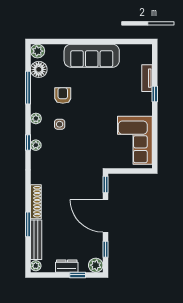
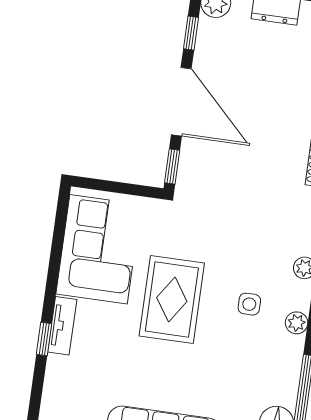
tv unit: (147, 78) -> (62, 326), moved
armchair: (63, 96) -> (234, 362), removed
rug: (97, 121) -> (172, 299), added

